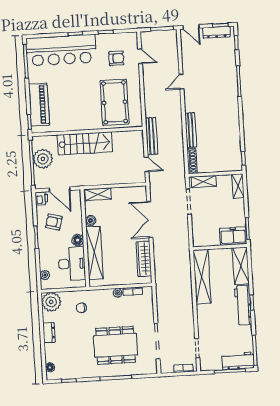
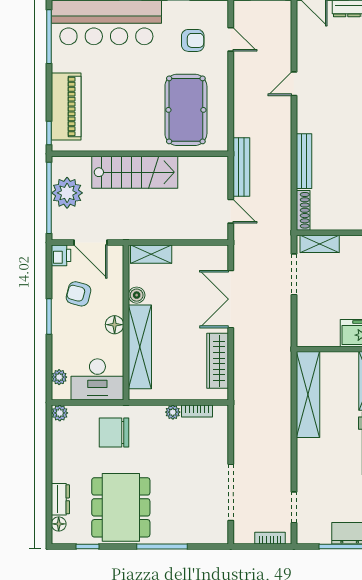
desk: (72, 264) -> (97, 379), moved, turned 90
plant: (51, 302) -> (60, 413), width x0.53, depth x0.53
chair: (81, 308) -> (114, 433), width x1.87, depth x1.87
dresser: (49, 333) -> (60, 499), moved
dining table: (116, 345) -> (121, 507), moved, turned 90

